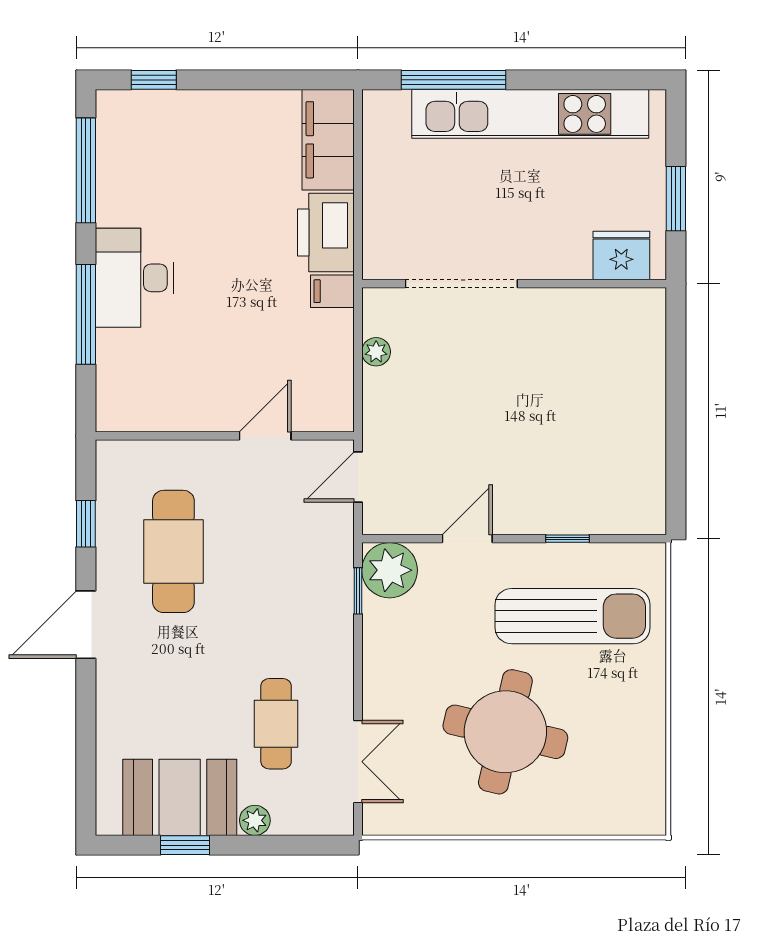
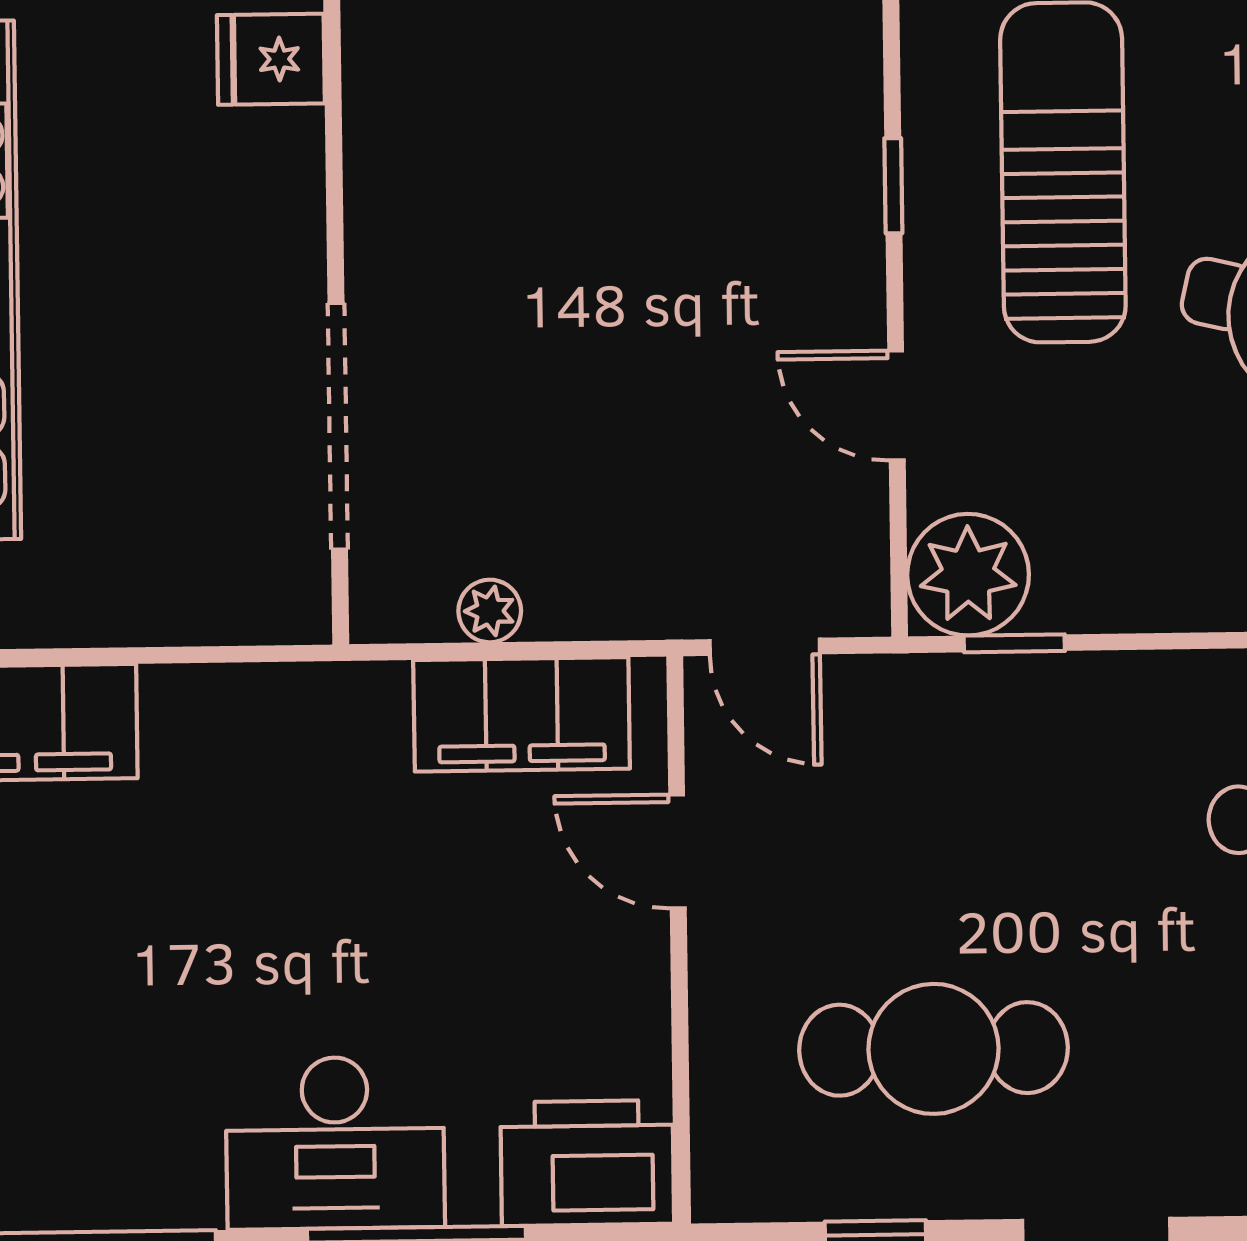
printer: (326, 232) -> (587, 1163), moved, turned 180
fridge: (621, 255) -> (271, 59), width x0.72
filing cabinet: (332, 291) -> (522, 714), moved, width x3.00, depth x1.17

